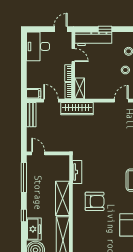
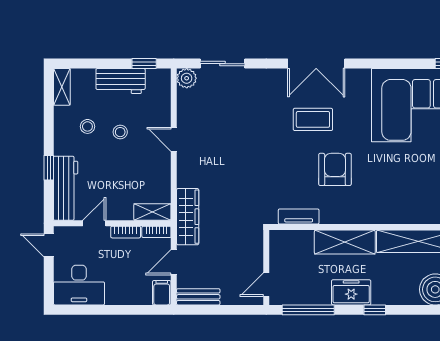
armchair: (95, 201) -> (335, 169), moved
freezer: (34, 229) -> (351, 292), moved

